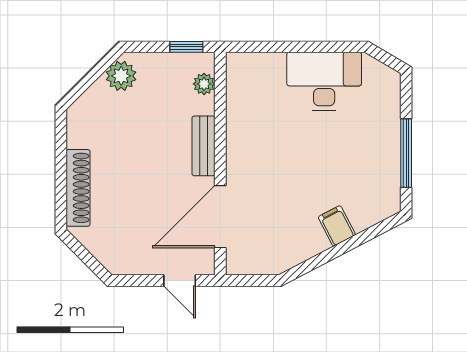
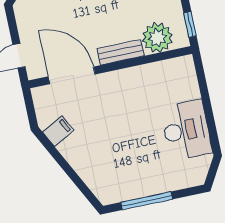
plant: (204, 84) -> (157, 38), width x1.87, depth x1.87
filing cabinet: (337, 226) -> (58, 131), moved

